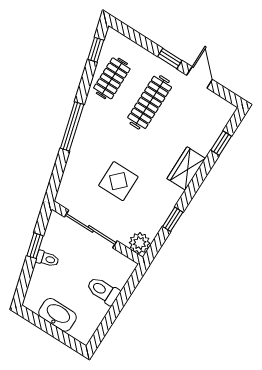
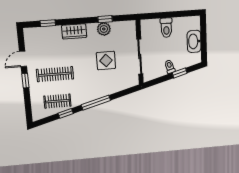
window: (96, 50) -> (66, 113), moved
plant: (140, 243) -> (104, 29), moved
window: (35, 246) -> (180, 73), moved

